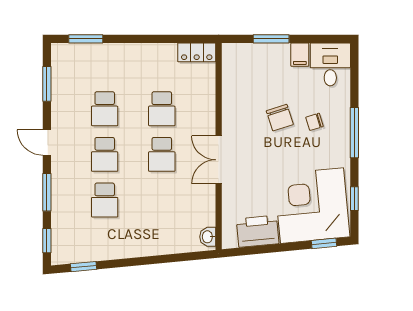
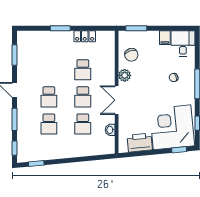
window: (86, 39) -> (60, 28), moved
window: (271, 39) -> (136, 28), moved
locker: (197, 52) -> (85, 36), moved
school desk: (105, 109) -> (83, 124), moved
plant: (232, 118) -> (125, 75), added
chair: (280, 118) -> (131, 55), moved
washbasin: (208, 237) -> (110, 130), moved

